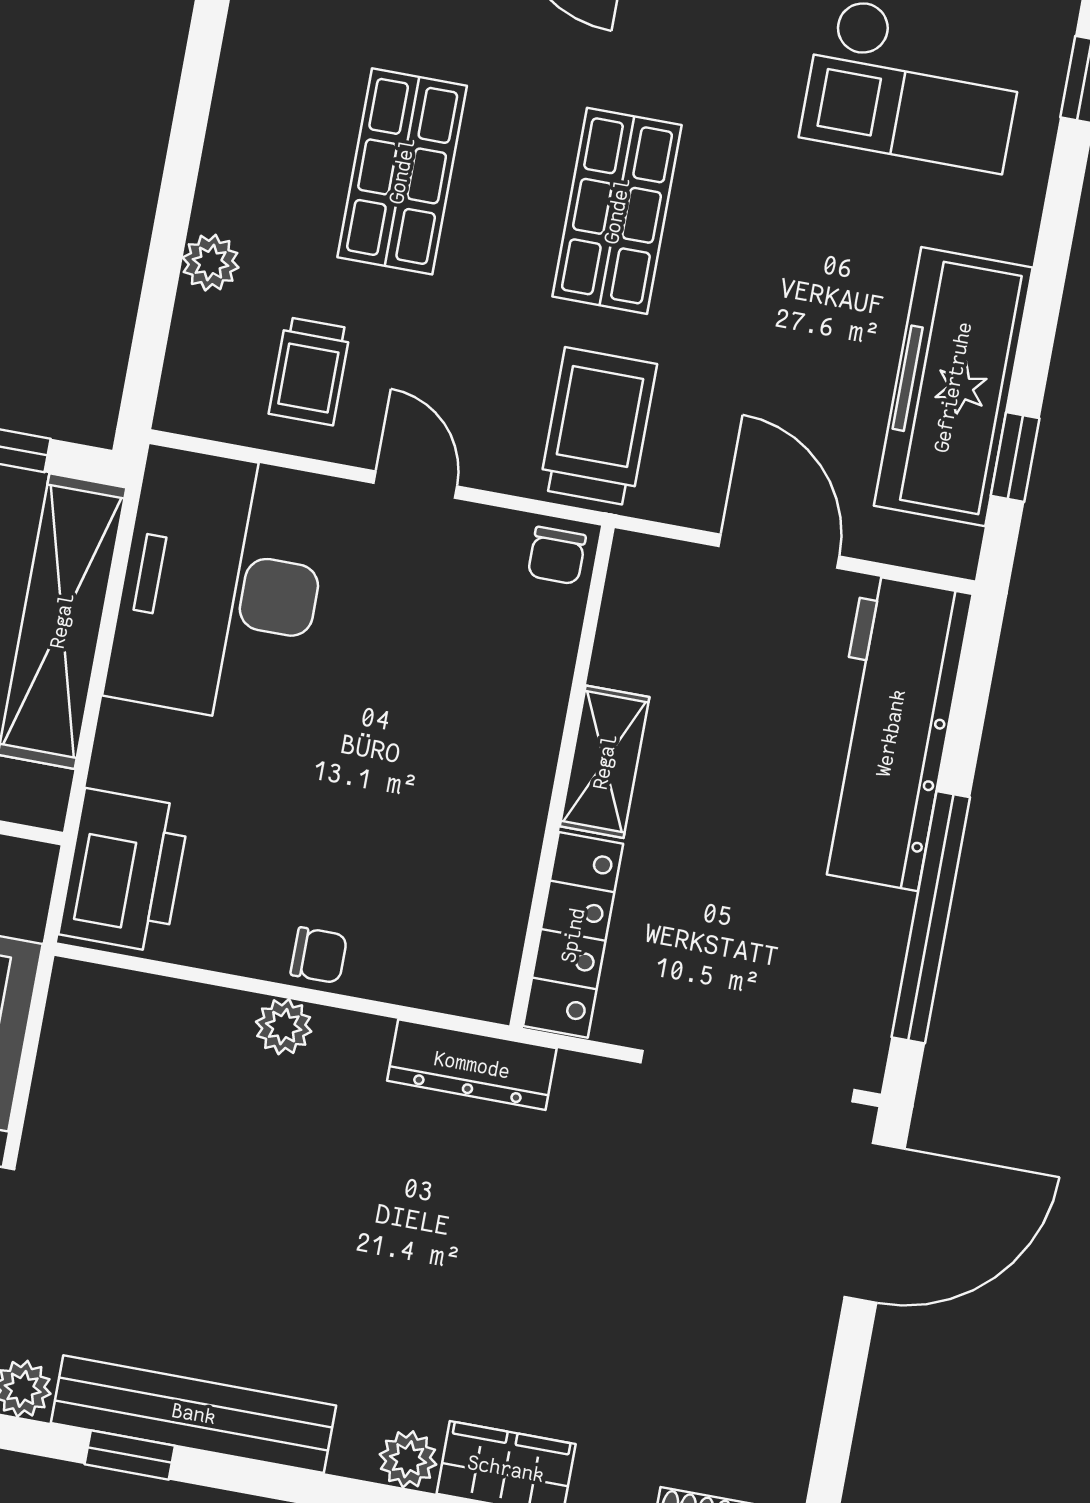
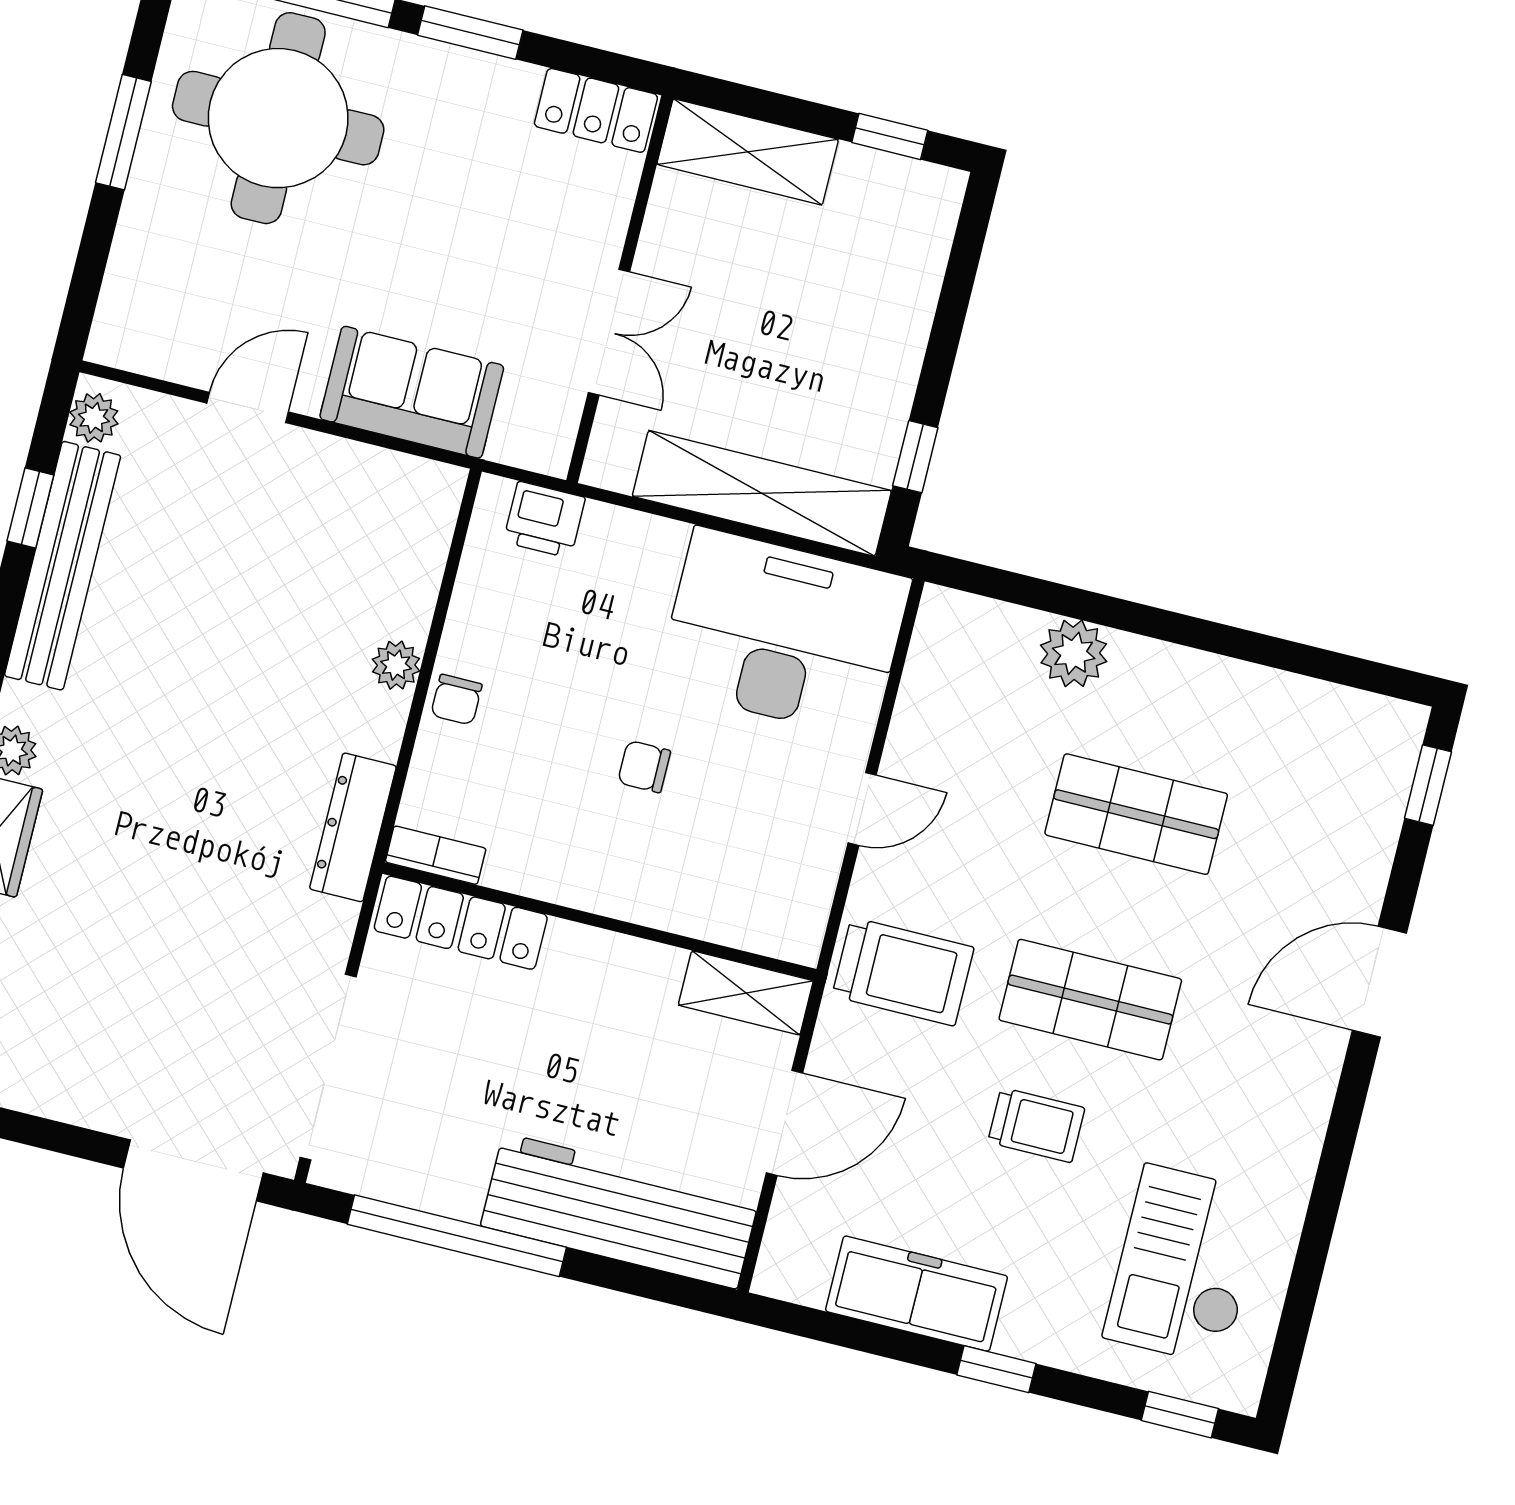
plant: (211, 263) -> (1074, 653), width x1.38, depth x1.38
trolley: (310, 371) -> (1036, 1125), moved, turned 180
freezer: (953, 387) -> (917, 1294), width x0.73, depth x0.79
window: (1015, 457) -> (996, 1369), moved
chair: (557, 556) -> (644, 767), moved
shelving: (605, 762) -> (746, 993), moved
printer: (125, 871) -> (544, 520), width x0.53, depth x0.68
bookcase: (498, 968) -> (436, 855), added

